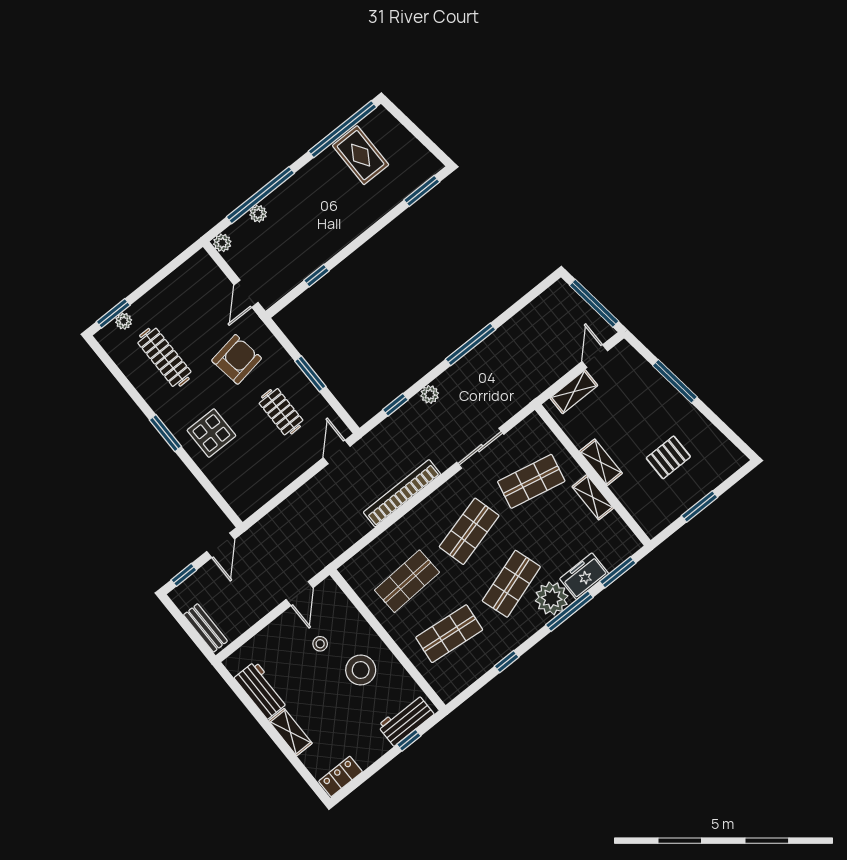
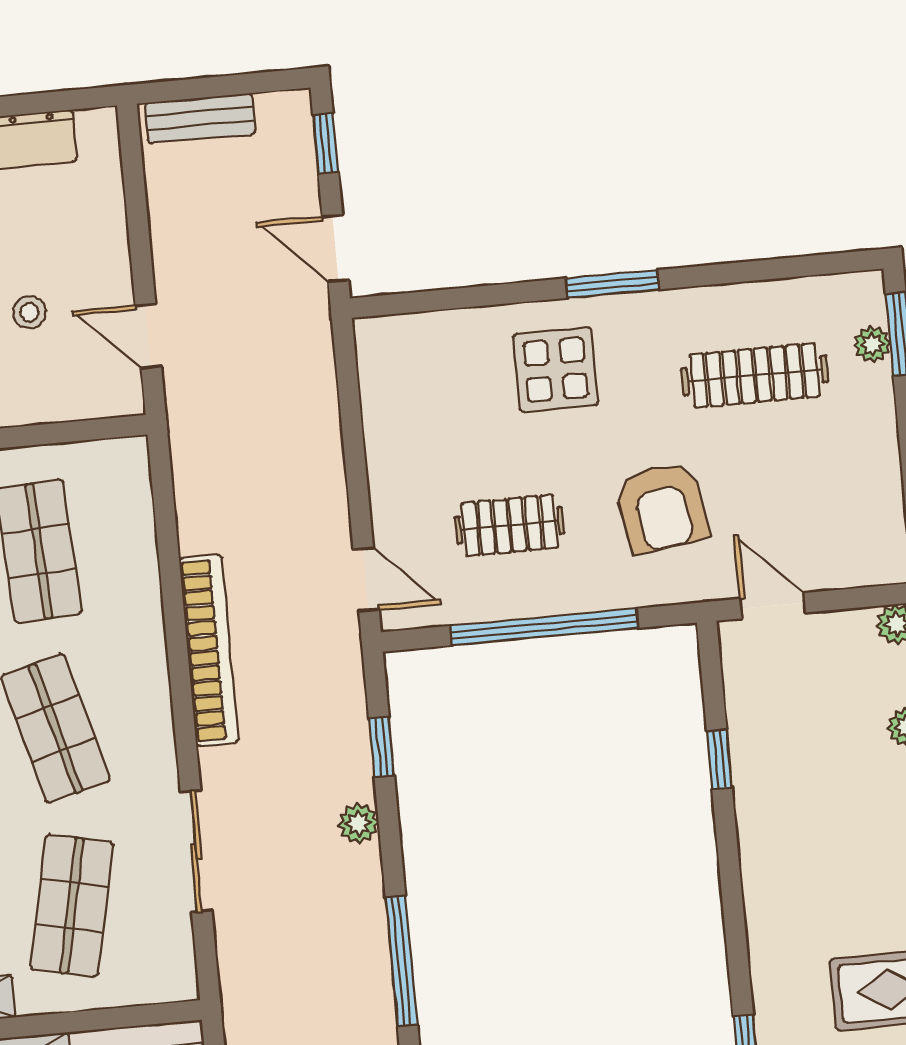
window: (310, 374) -> (544, 627), width x2.11

